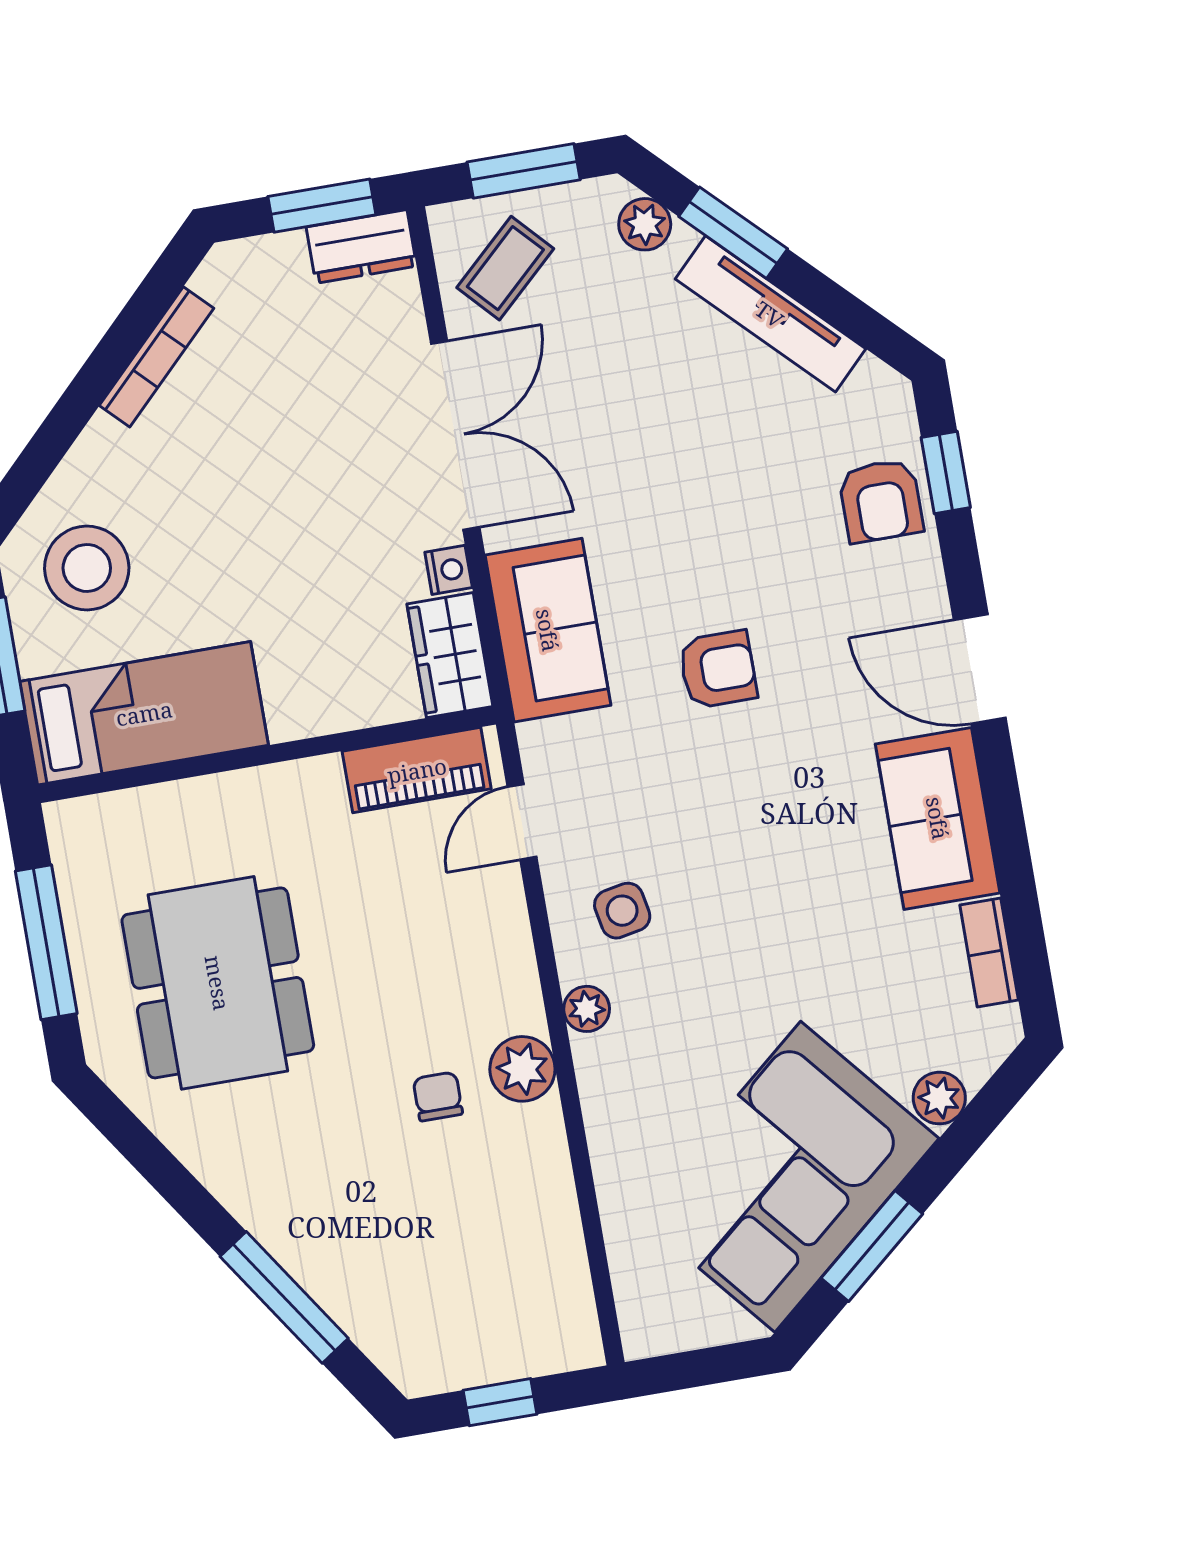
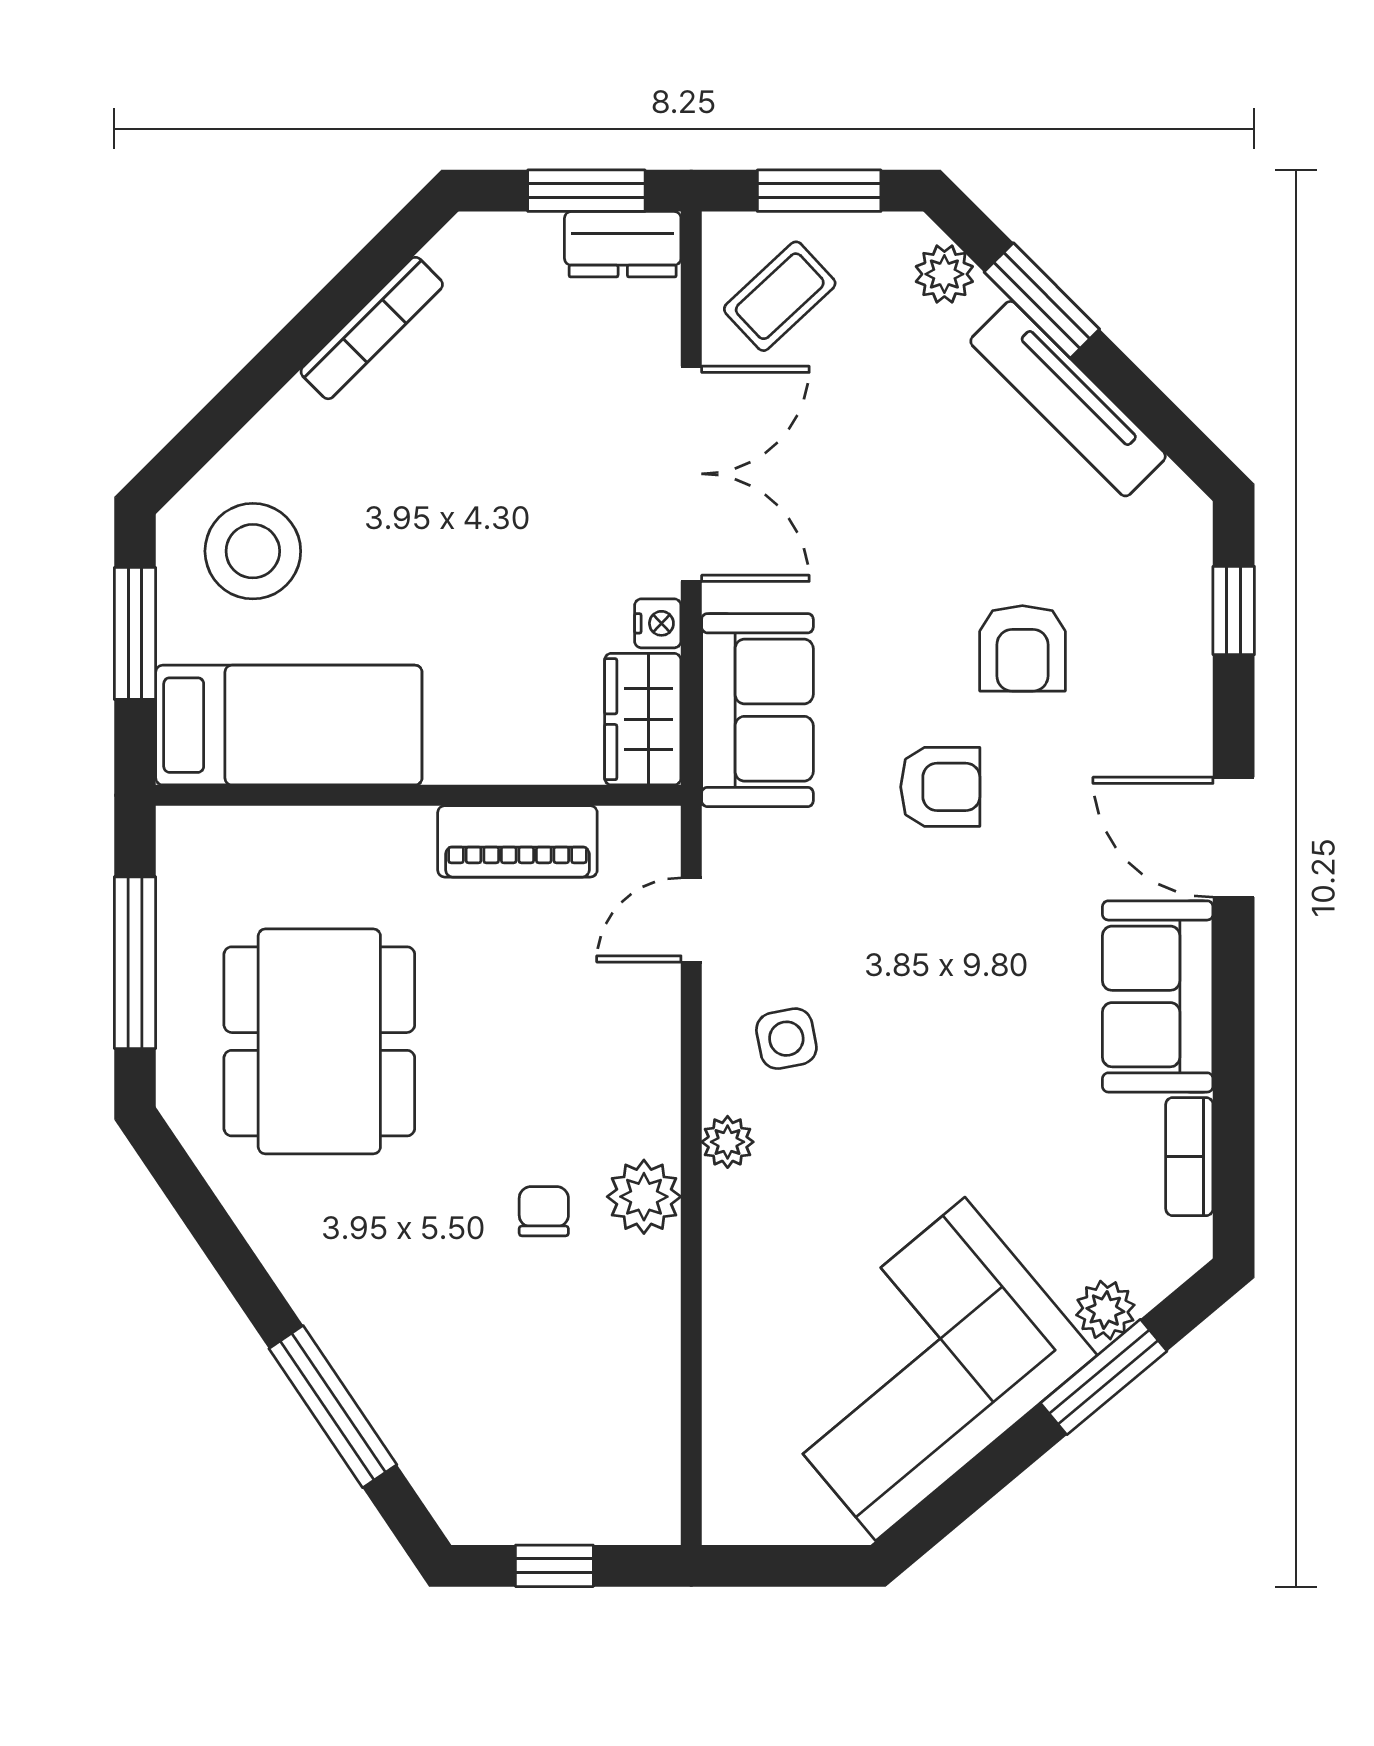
armchair: (881, 501) -> (1022, 648), moved
piano: (417, 770) -> (517, 841), moved
window: (872, 1246) -> (1104, 1377), moved

